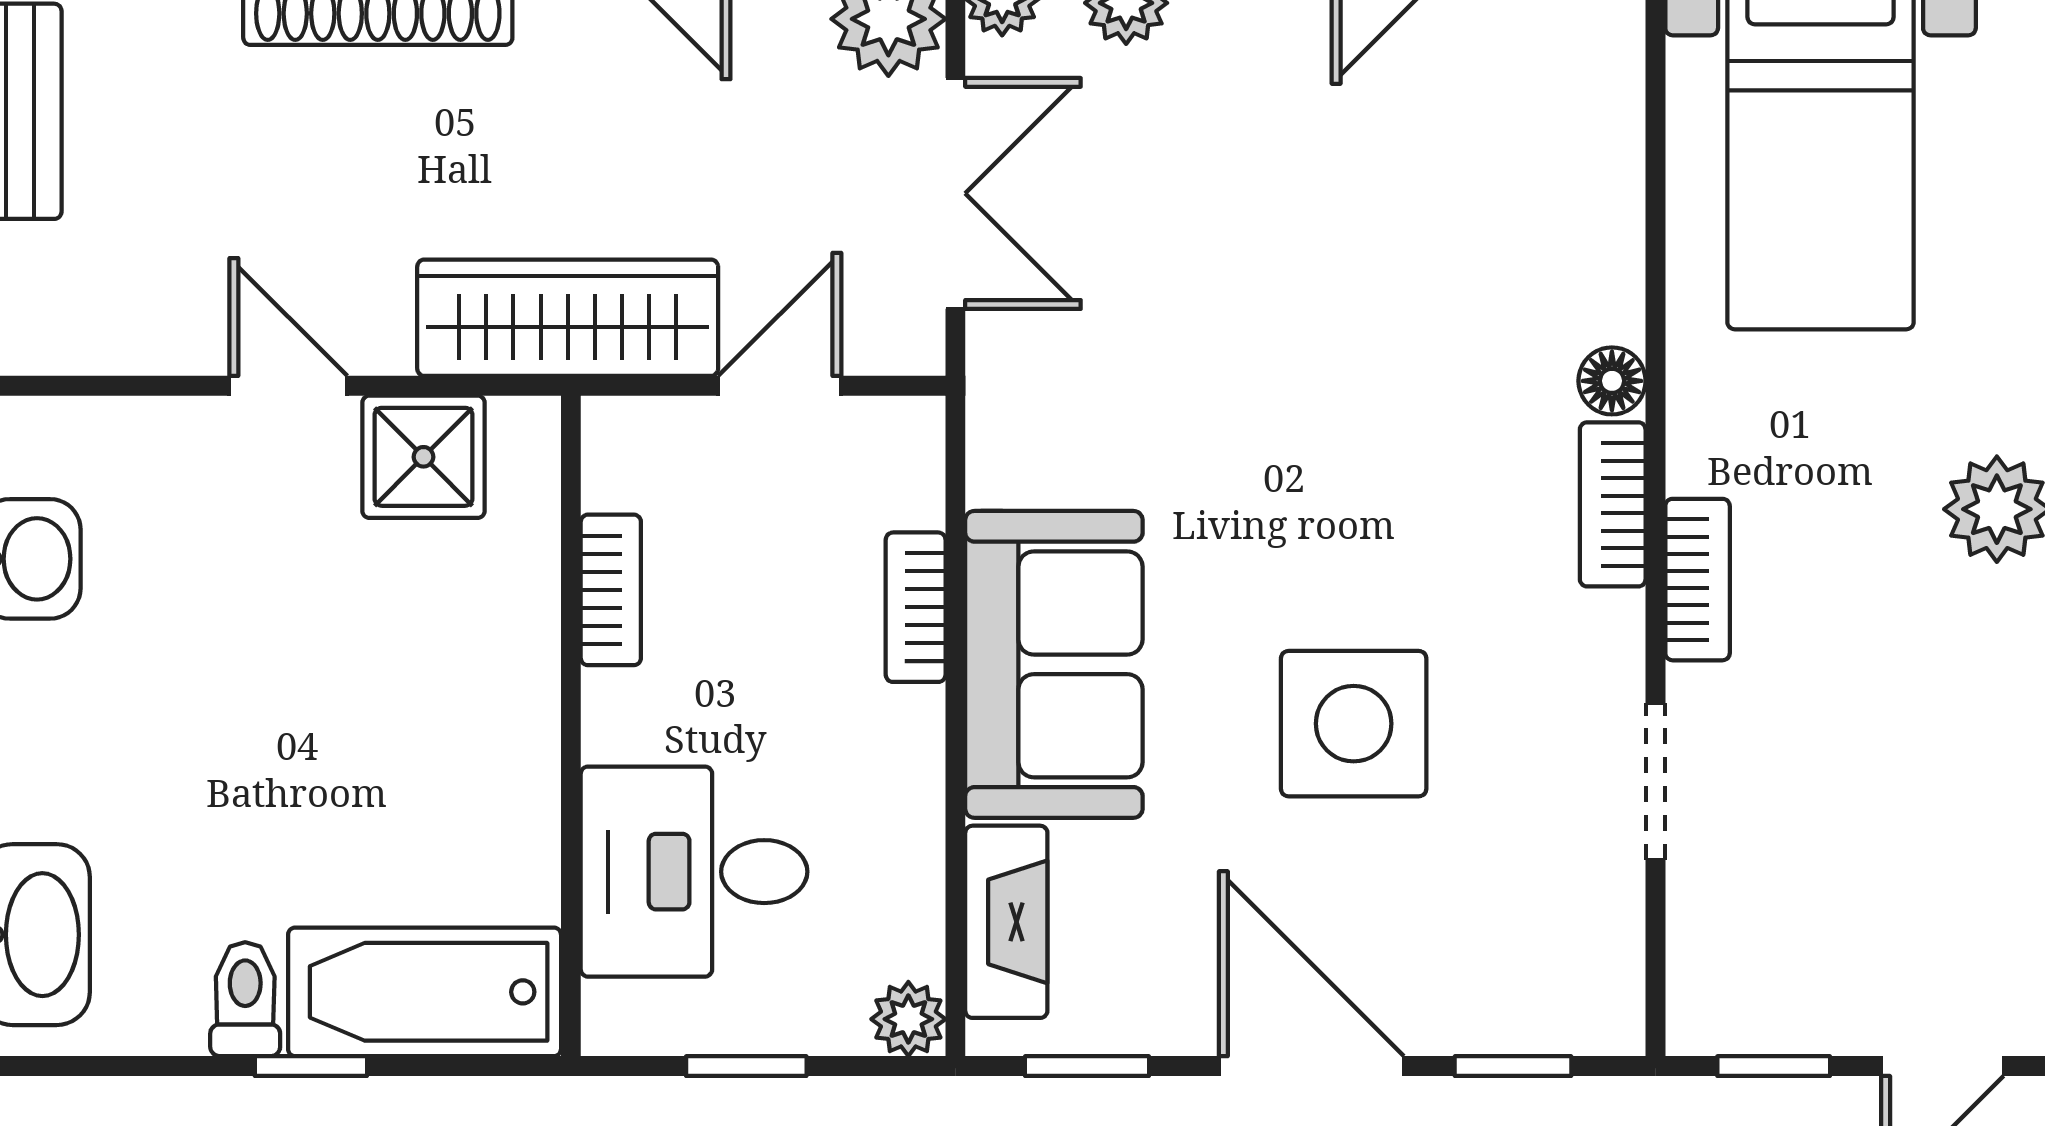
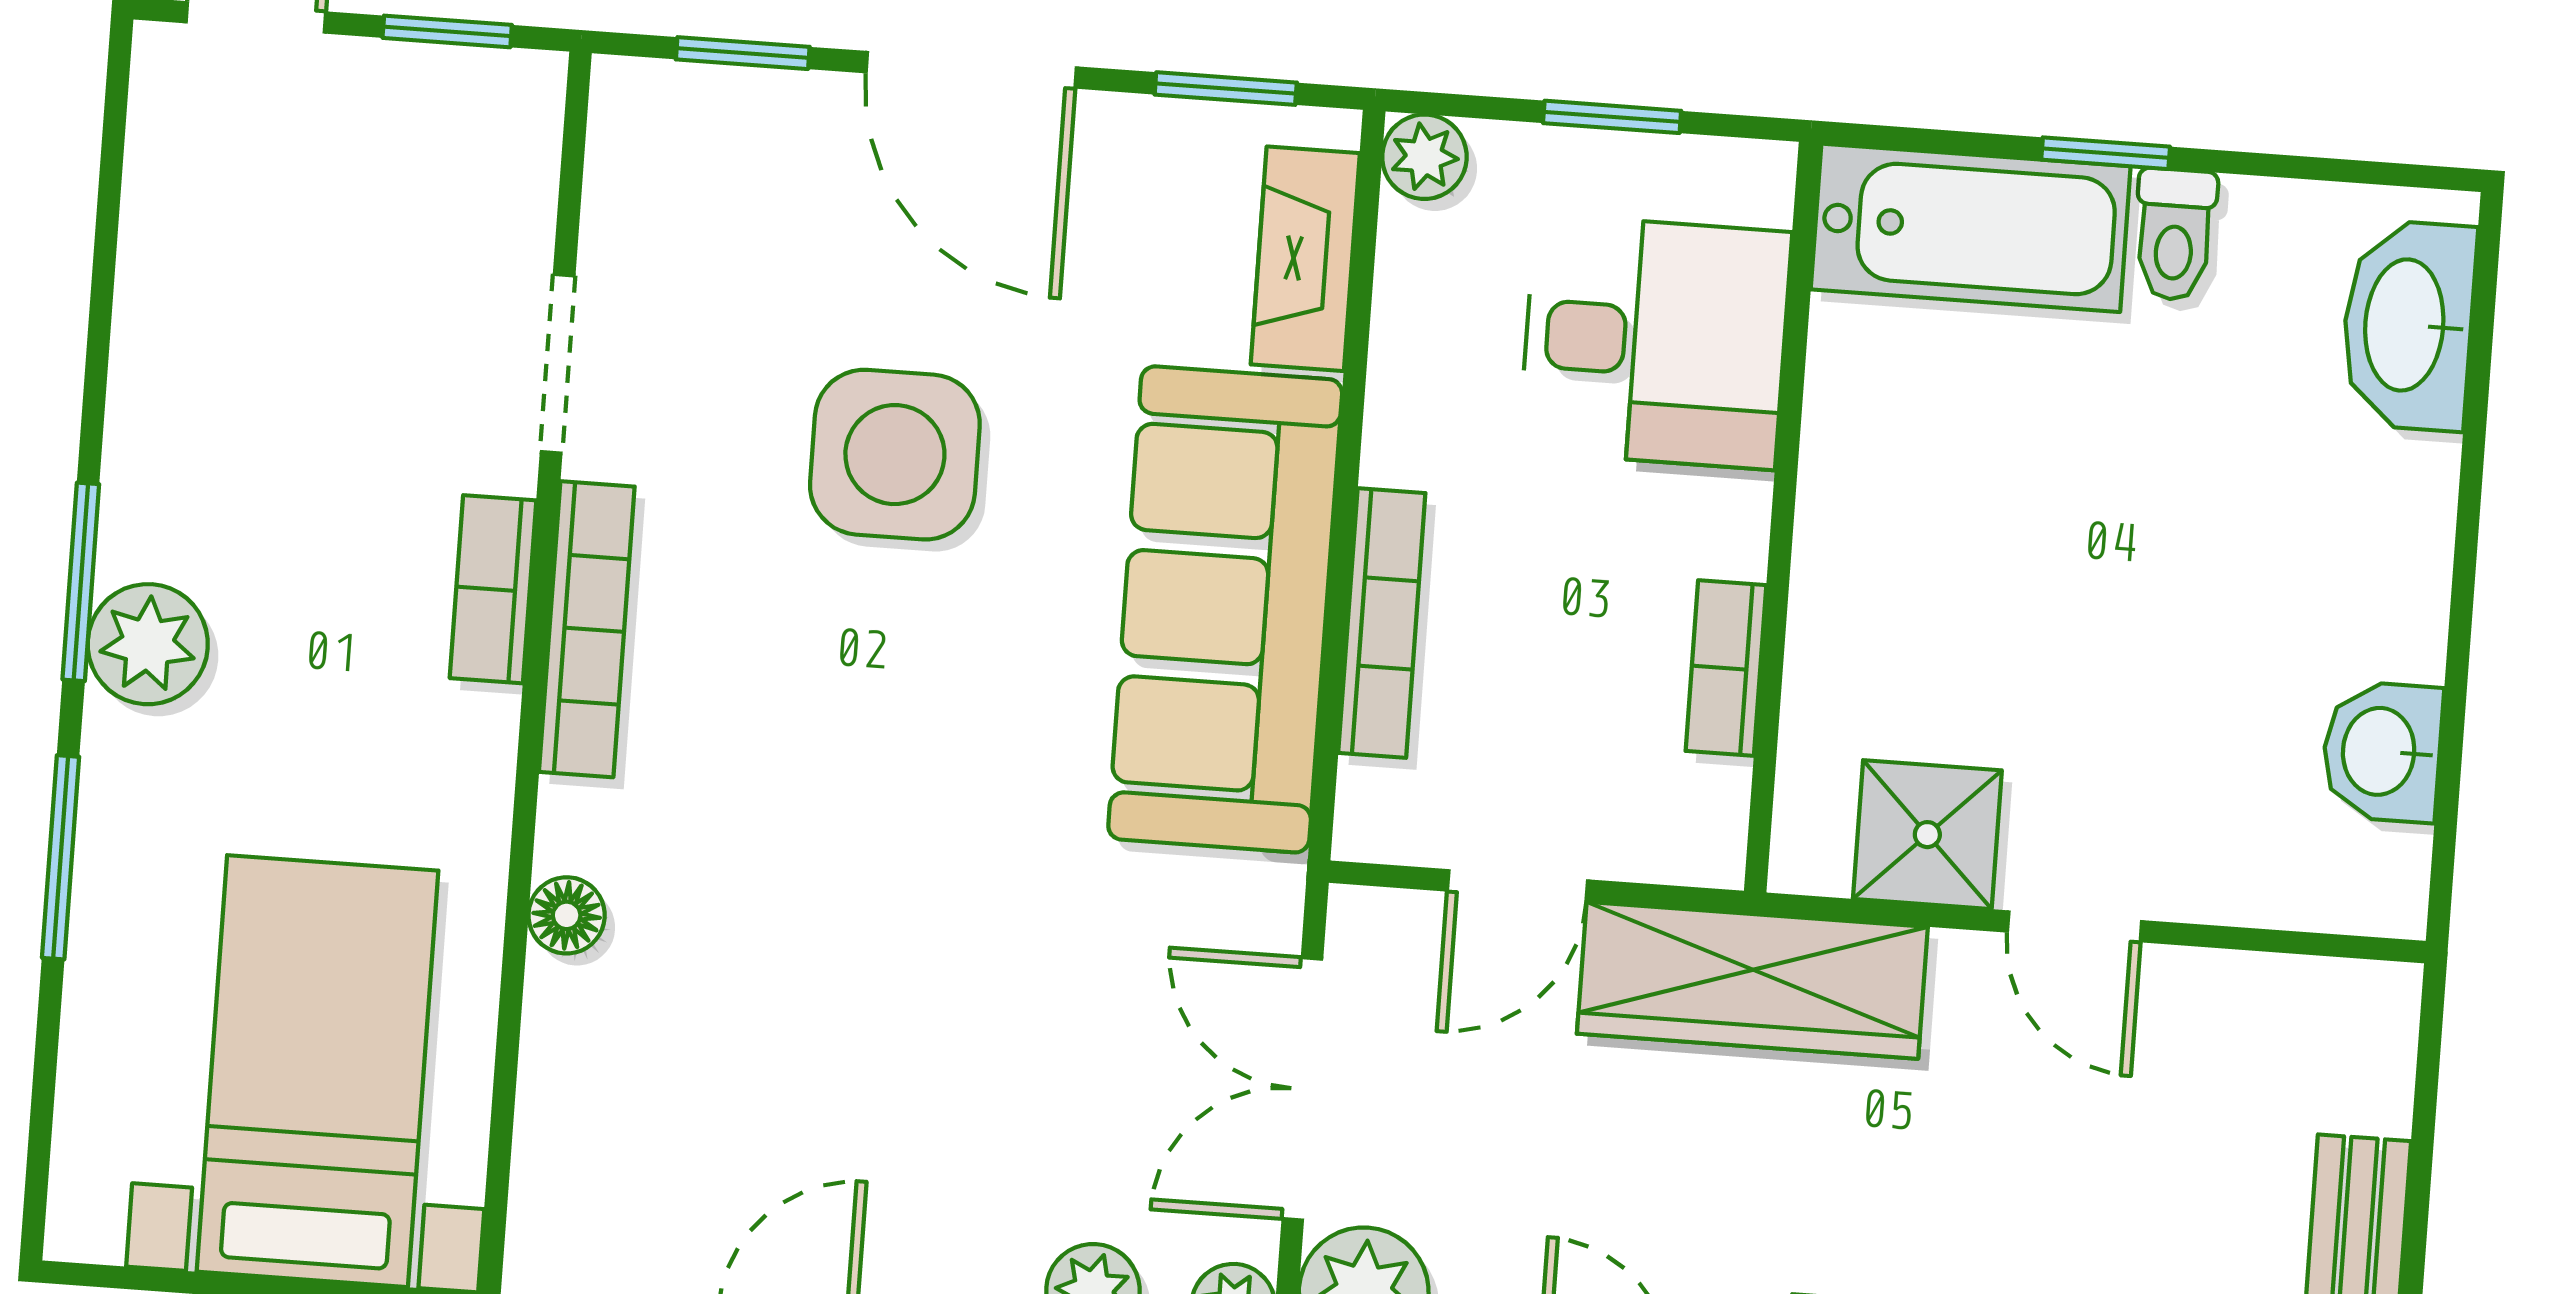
floor lamp: (1612, 381) -> (567, 915), moved
bookcase: (1613, 504) -> (587, 629), width x1.56
bookcase: (916, 607) -> (1382, 623), width x1.56
sofa: (1054, 664) -> (1225, 609), width x1.36

